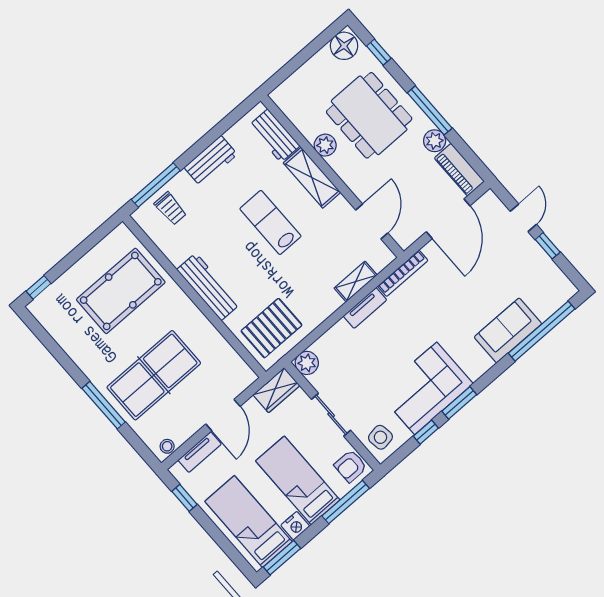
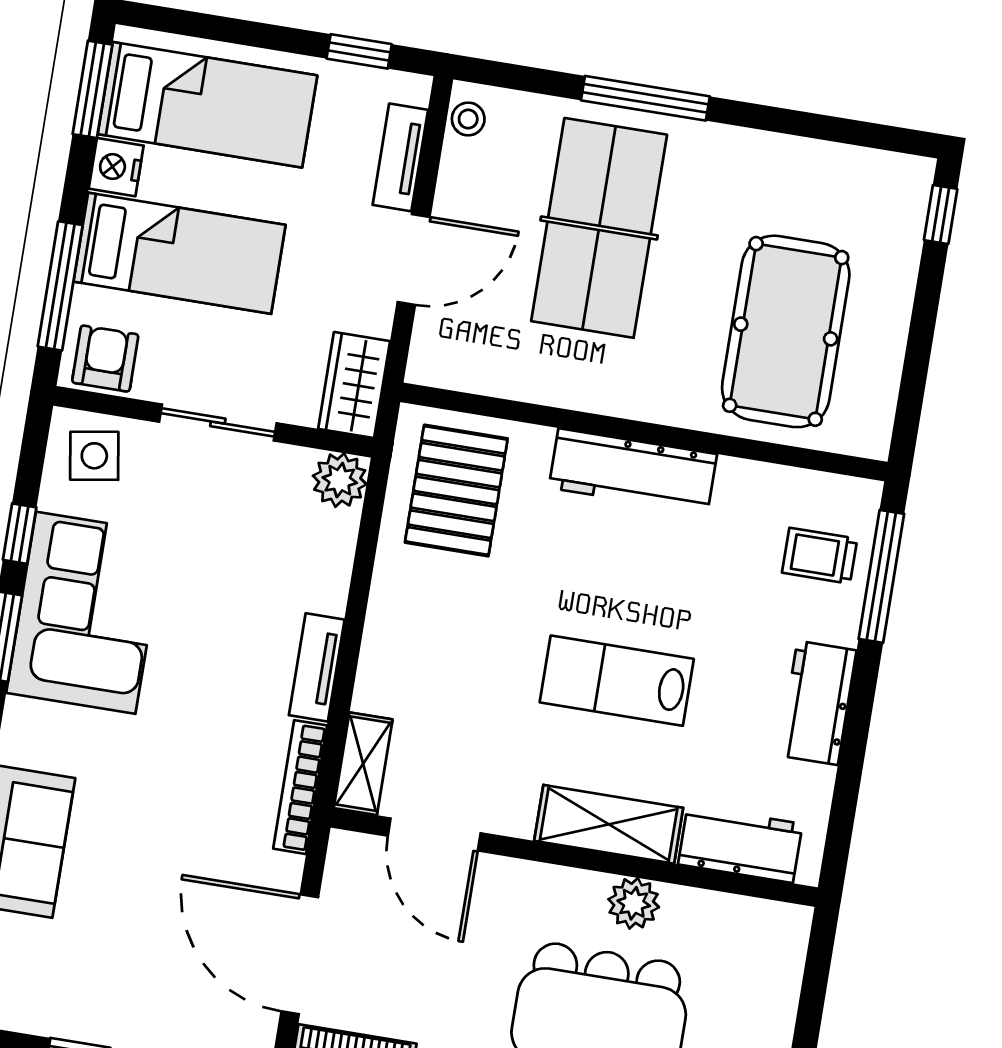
lab bench: (270, 222) -> (617, 681), turned 180
shelving: (356, 282) -> (363, 764), moved
door: (223, 415) -> (414, 259), swing flipped

